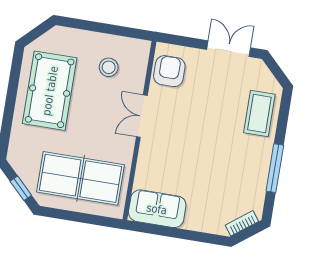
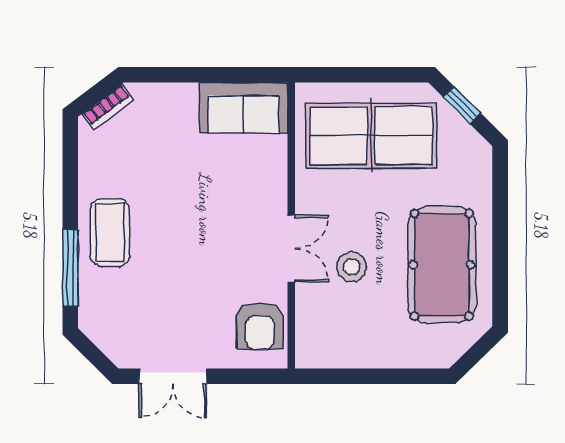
stool: (109, 67) -> (351, 267), moved
coffee table: (259, 113) -> (110, 233), moved
window: (275, 168) -> (70, 268), moved

